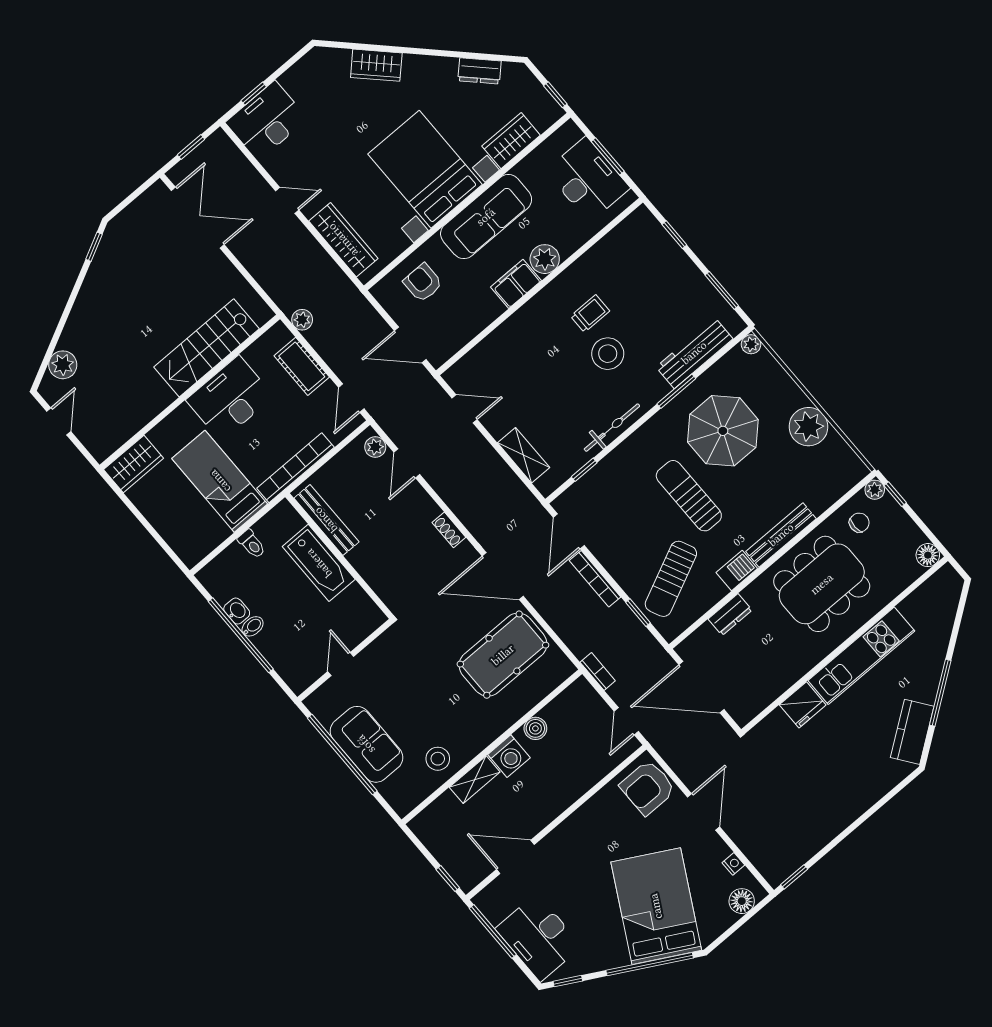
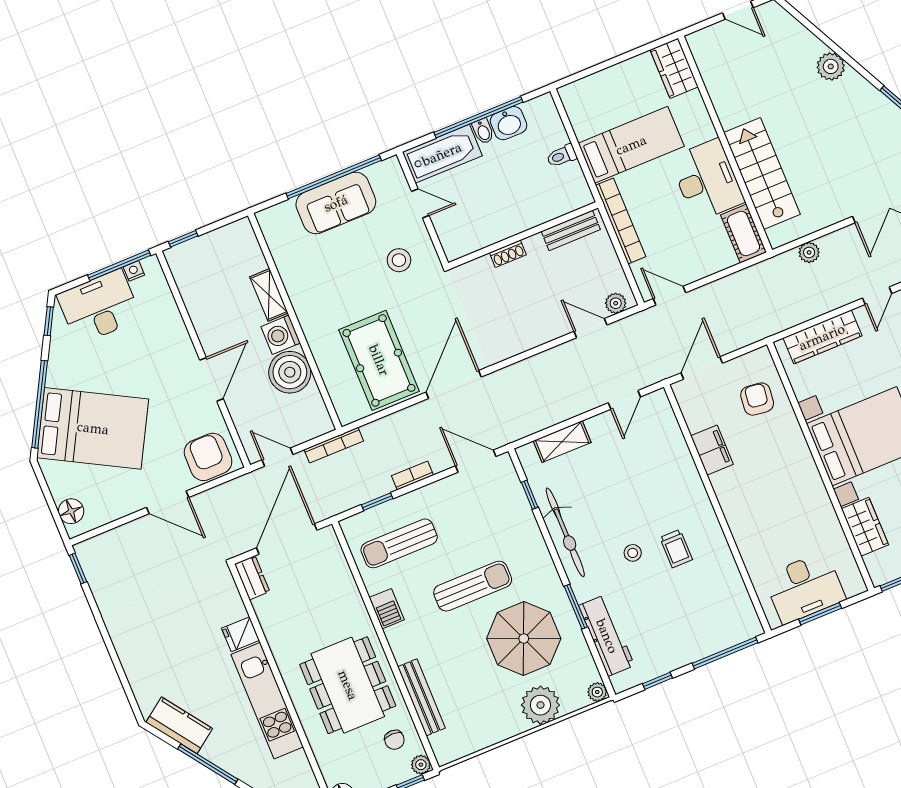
sofa: (486, 217) -> (800, 480), removed
window: (674, 235) -> (725, 653), width x2.17
plant: (545, 259) -> (742, 522), removed
armchair: (423, 283) -> (757, 399), turned -83
filing cabinet: (516, 284) -> (712, 450), moved
window: (722, 290) -> (657, 681), width x0.67
plant: (302, 320) -> (809, 252), moved
stool: (608, 354) -> (633, 553), width x0.53, depth x0.53
plant: (63, 365) -> (831, 66), moved
cot: (302, 366) -> (744, 234), moved, turned 90
plant: (809, 427) -> (540, 705), moved
bicycle: (612, 428) -> (565, 532), width x1.37, depth x1.40
bench: (326, 520) -> (571, 230), width x0.73
shoe rack: (449, 530) -> (508, 254), moved, turned 180
bench: (781, 535) -> (421, 697), moved
bathtub: (319, 563) -> (442, 154), moved, turned 180
bookcase: (595, 579) -> (412, 475), width x0.64
sun lounger: (671, 579) -> (399, 543), turned -65
washbasin: (237, 611) -> (509, 123), width x1.38, depth x1.45
dresser: (730, 615) -> (252, 578), moved, turned 180
bookcase: (598, 671) -> (334, 445), width x1.56
fridge: (803, 705) -> (241, 634), width x0.72
boiler: (535, 728) -> (290, 372), width x1.86, depth x1.86
stool: (438, 759) -> (399, 260), moved
door: (515, 857) -> (212, 379), moved
nightstand: (733, 864) -> (134, 271), moved, turned 180

